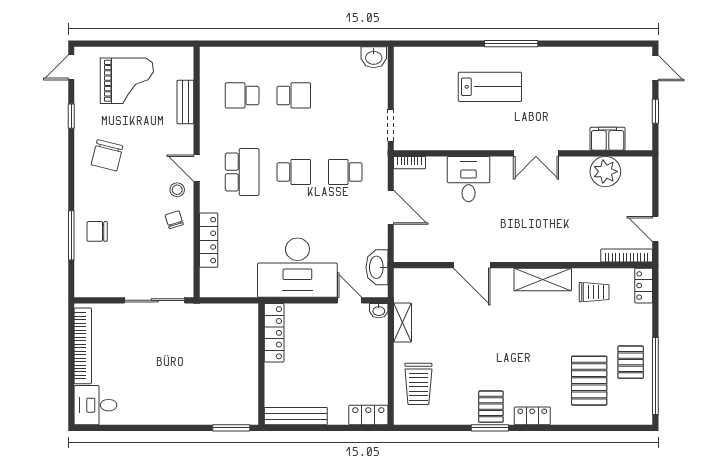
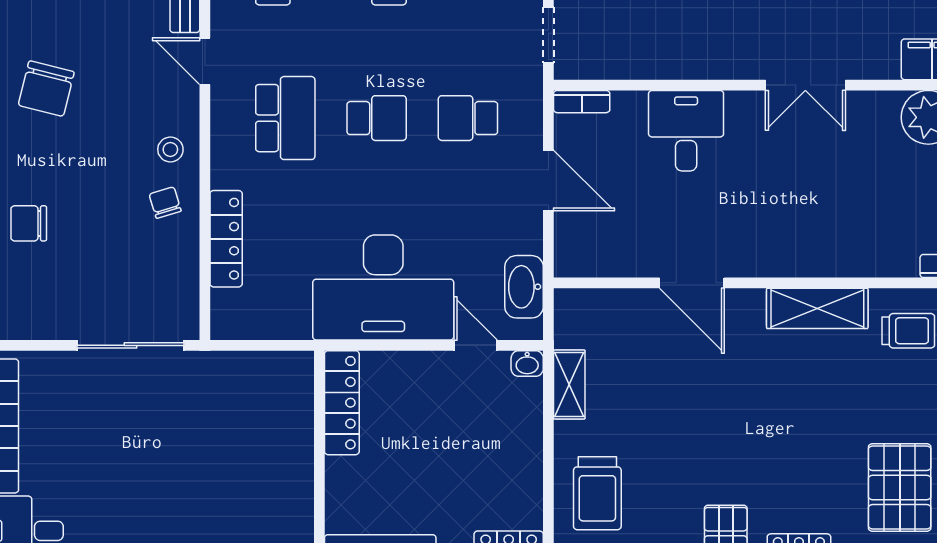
door: (197, 168) -> (205, 61), moved

